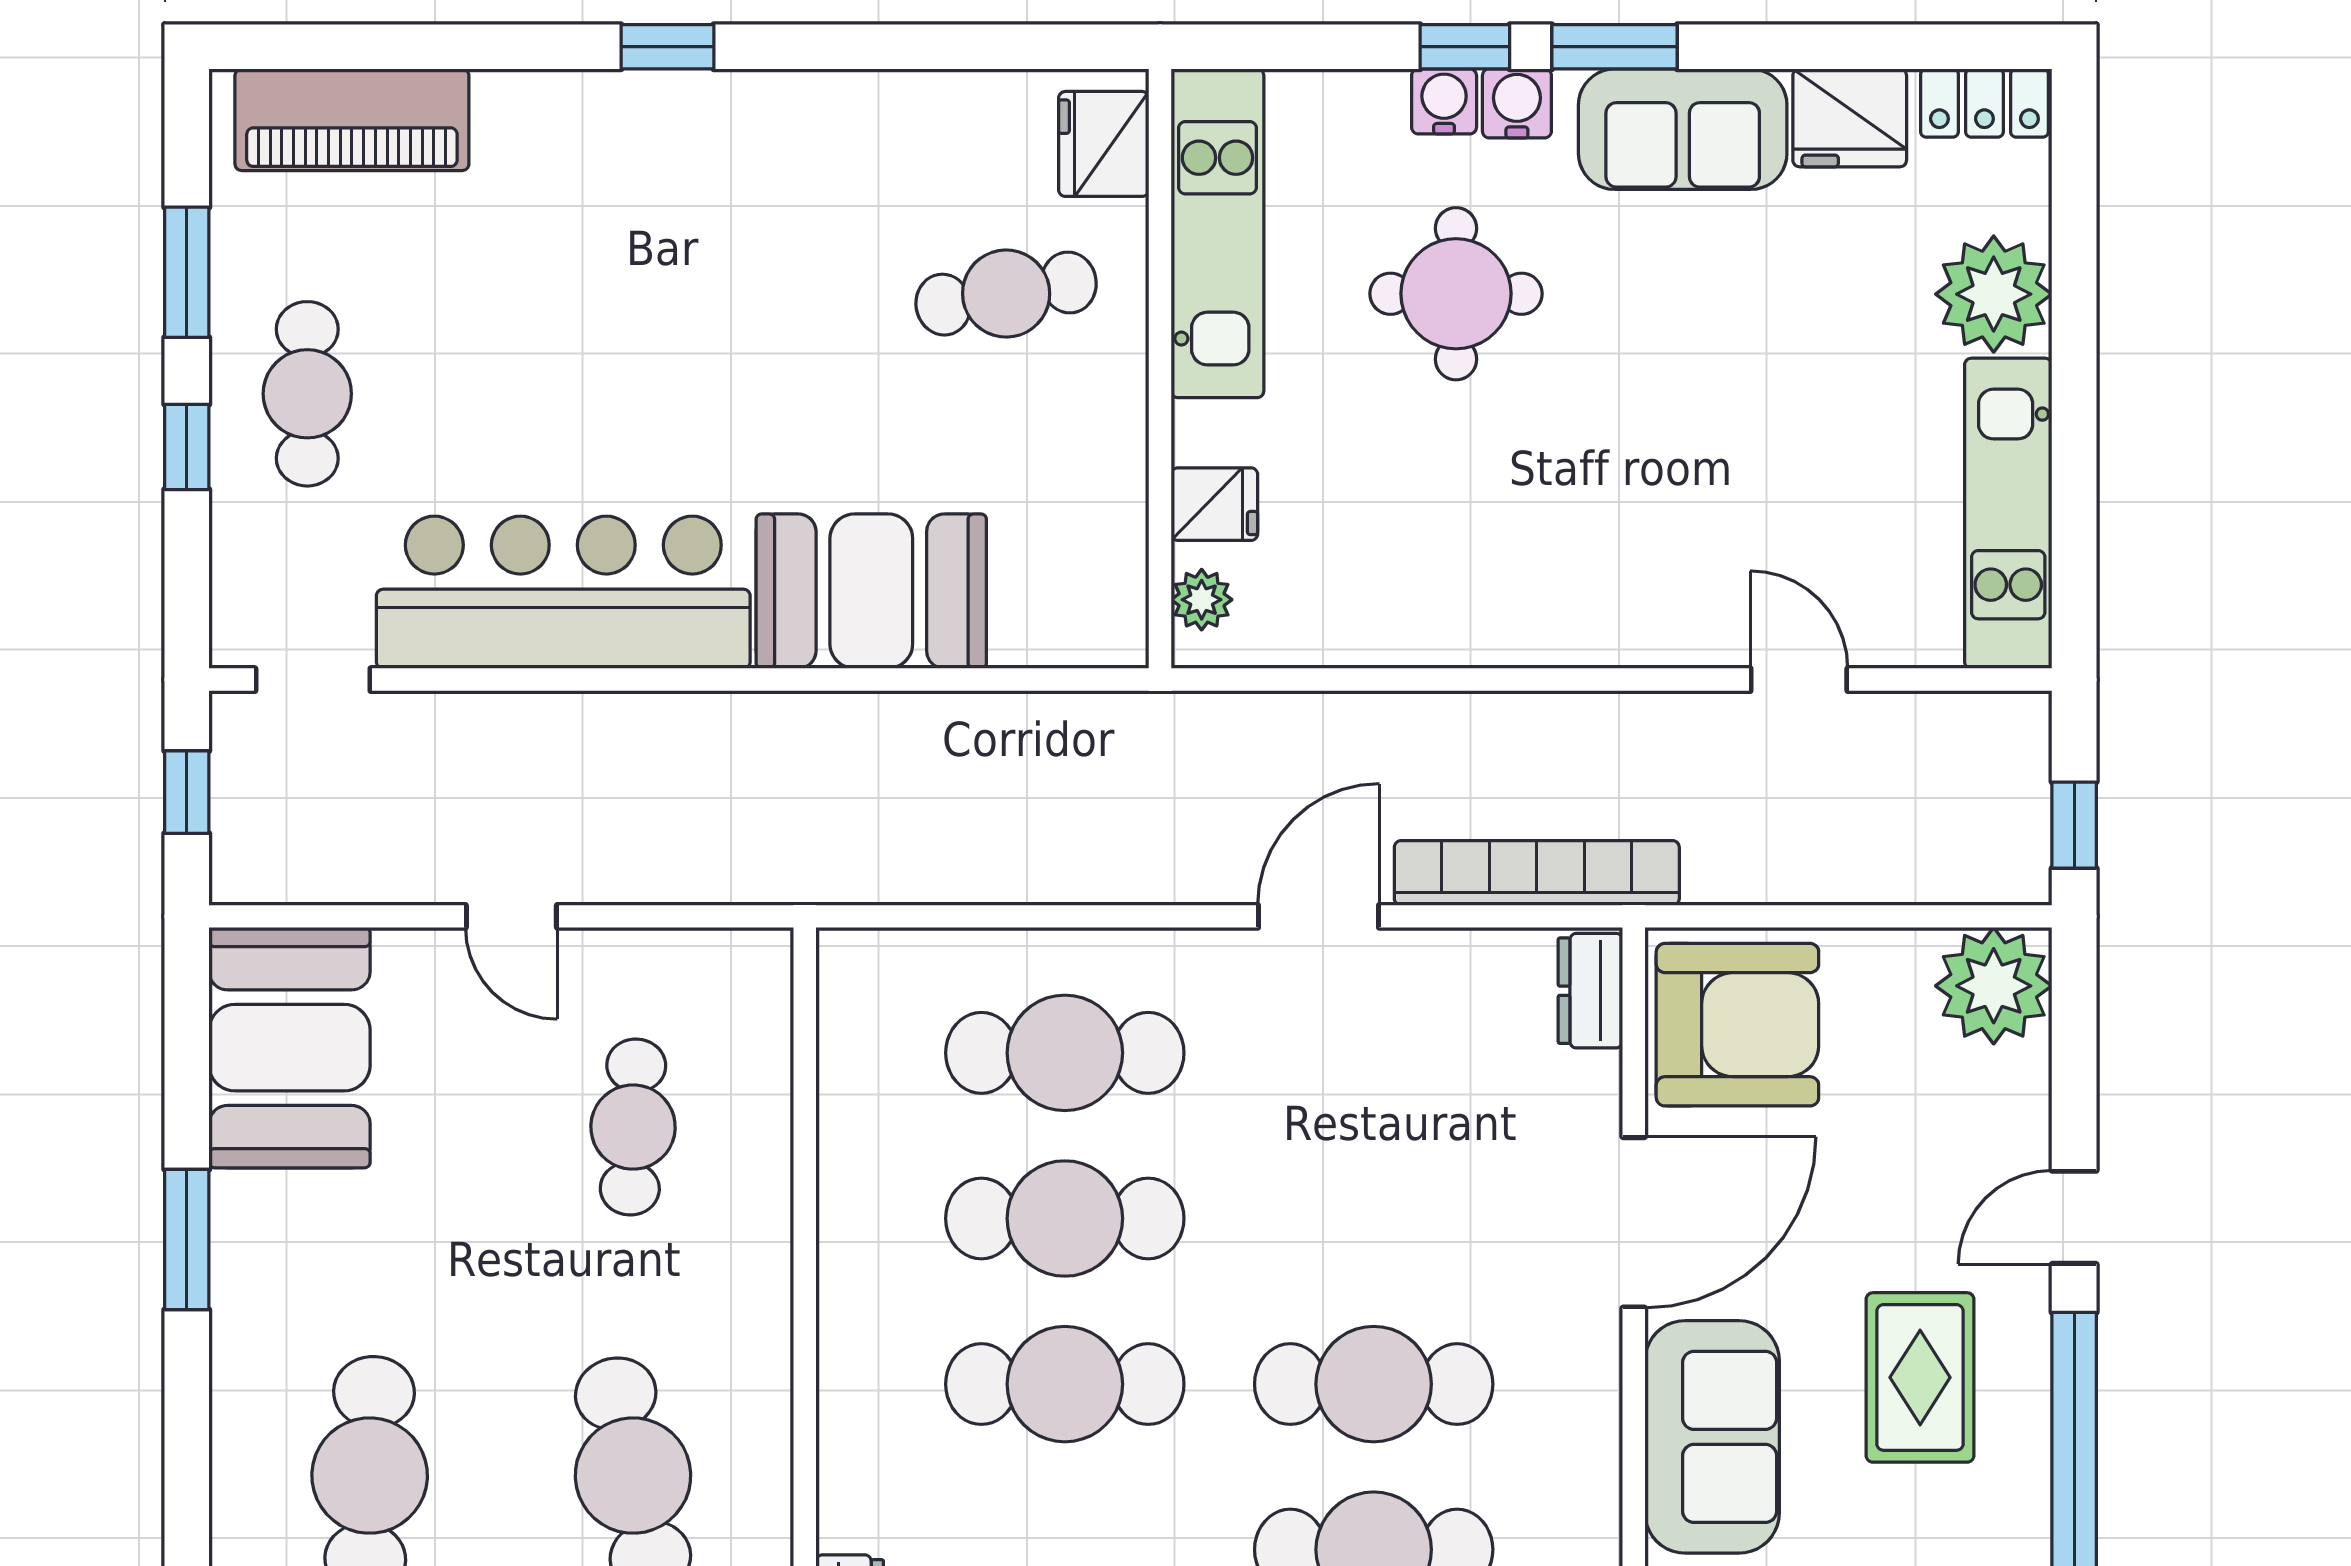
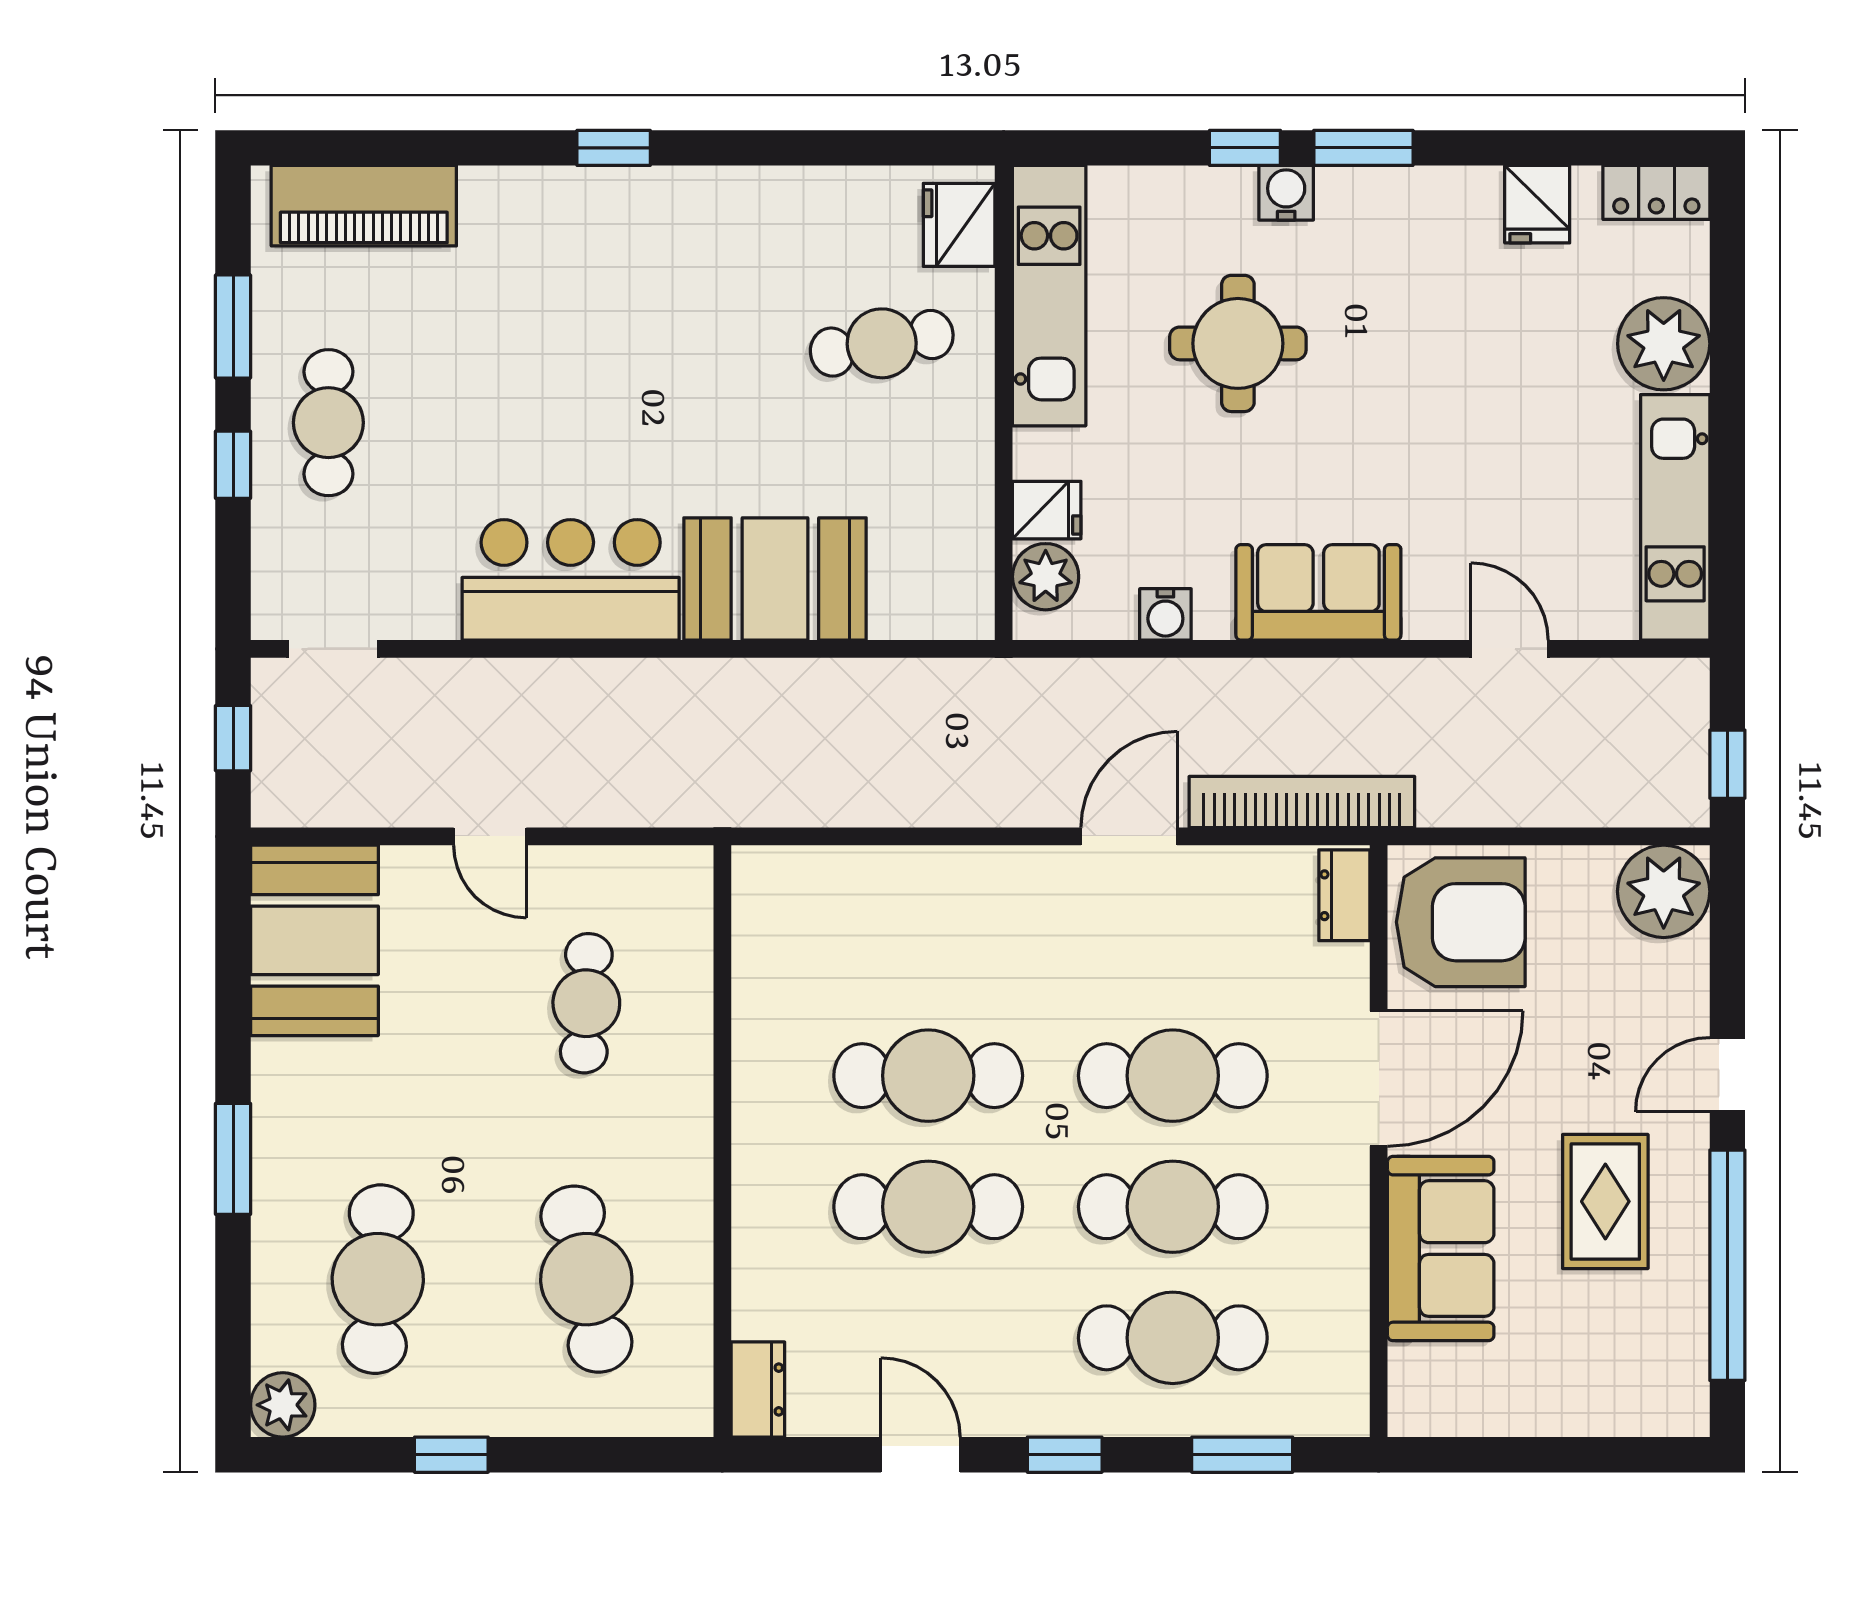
water cooler: (1444, 101) -> (1165, 614), moved, turned 180
fridge: (1850, 118) -> (1537, 204), width x0.72
sofa: (1683, 129) -> (1318, 592), moved, turned 180
bar counter: (563, 592) -> (571, 580), width x0.73
plant: (1202, 600) -> (1046, 577), width x1.38, depth x1.38
cafe table: (1065, 1053) -> (1173, 1076), moved
window: (187, 1240) -> (233, 1159), moved

